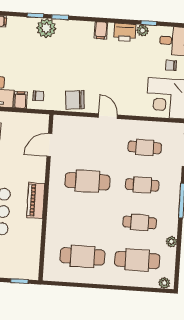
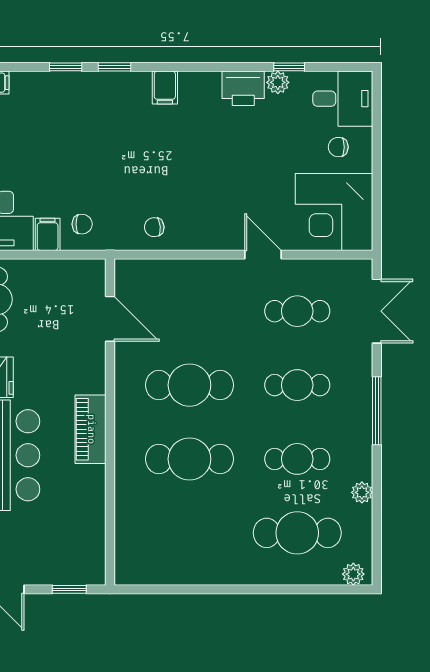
plant: (46, 28) -> (89, 90), removed
filing cabinet: (101, 30) -> (165, 88), moved
chair: (75, 100) -> (154, 227), width x0.54, depth x0.54
door: (108, 116) -> (263, 255), moved
door: (49, 145) -> (110, 319), swing flipped
cafe table: (82, 256) -> (189, 459), moved

